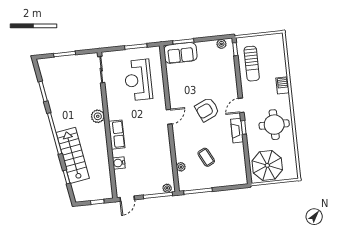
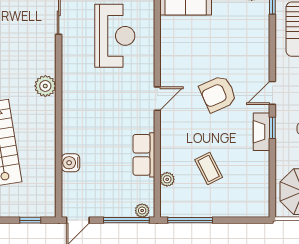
reception desk: (138, 80) -> (115, 36), turned 180
row of seats: (117, 135) -> (144, 155), moved, turned 180

